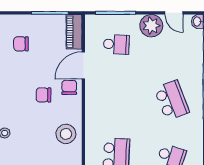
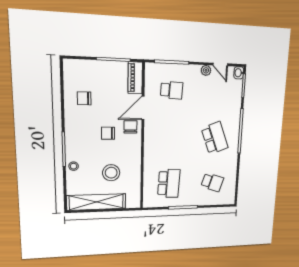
plant: (151, 26) -> (206, 70), width x0.53, depth x0.53
chair: (21, 44) -> (84, 98), moved
stool: (66, 134) -> (111, 173), moved

